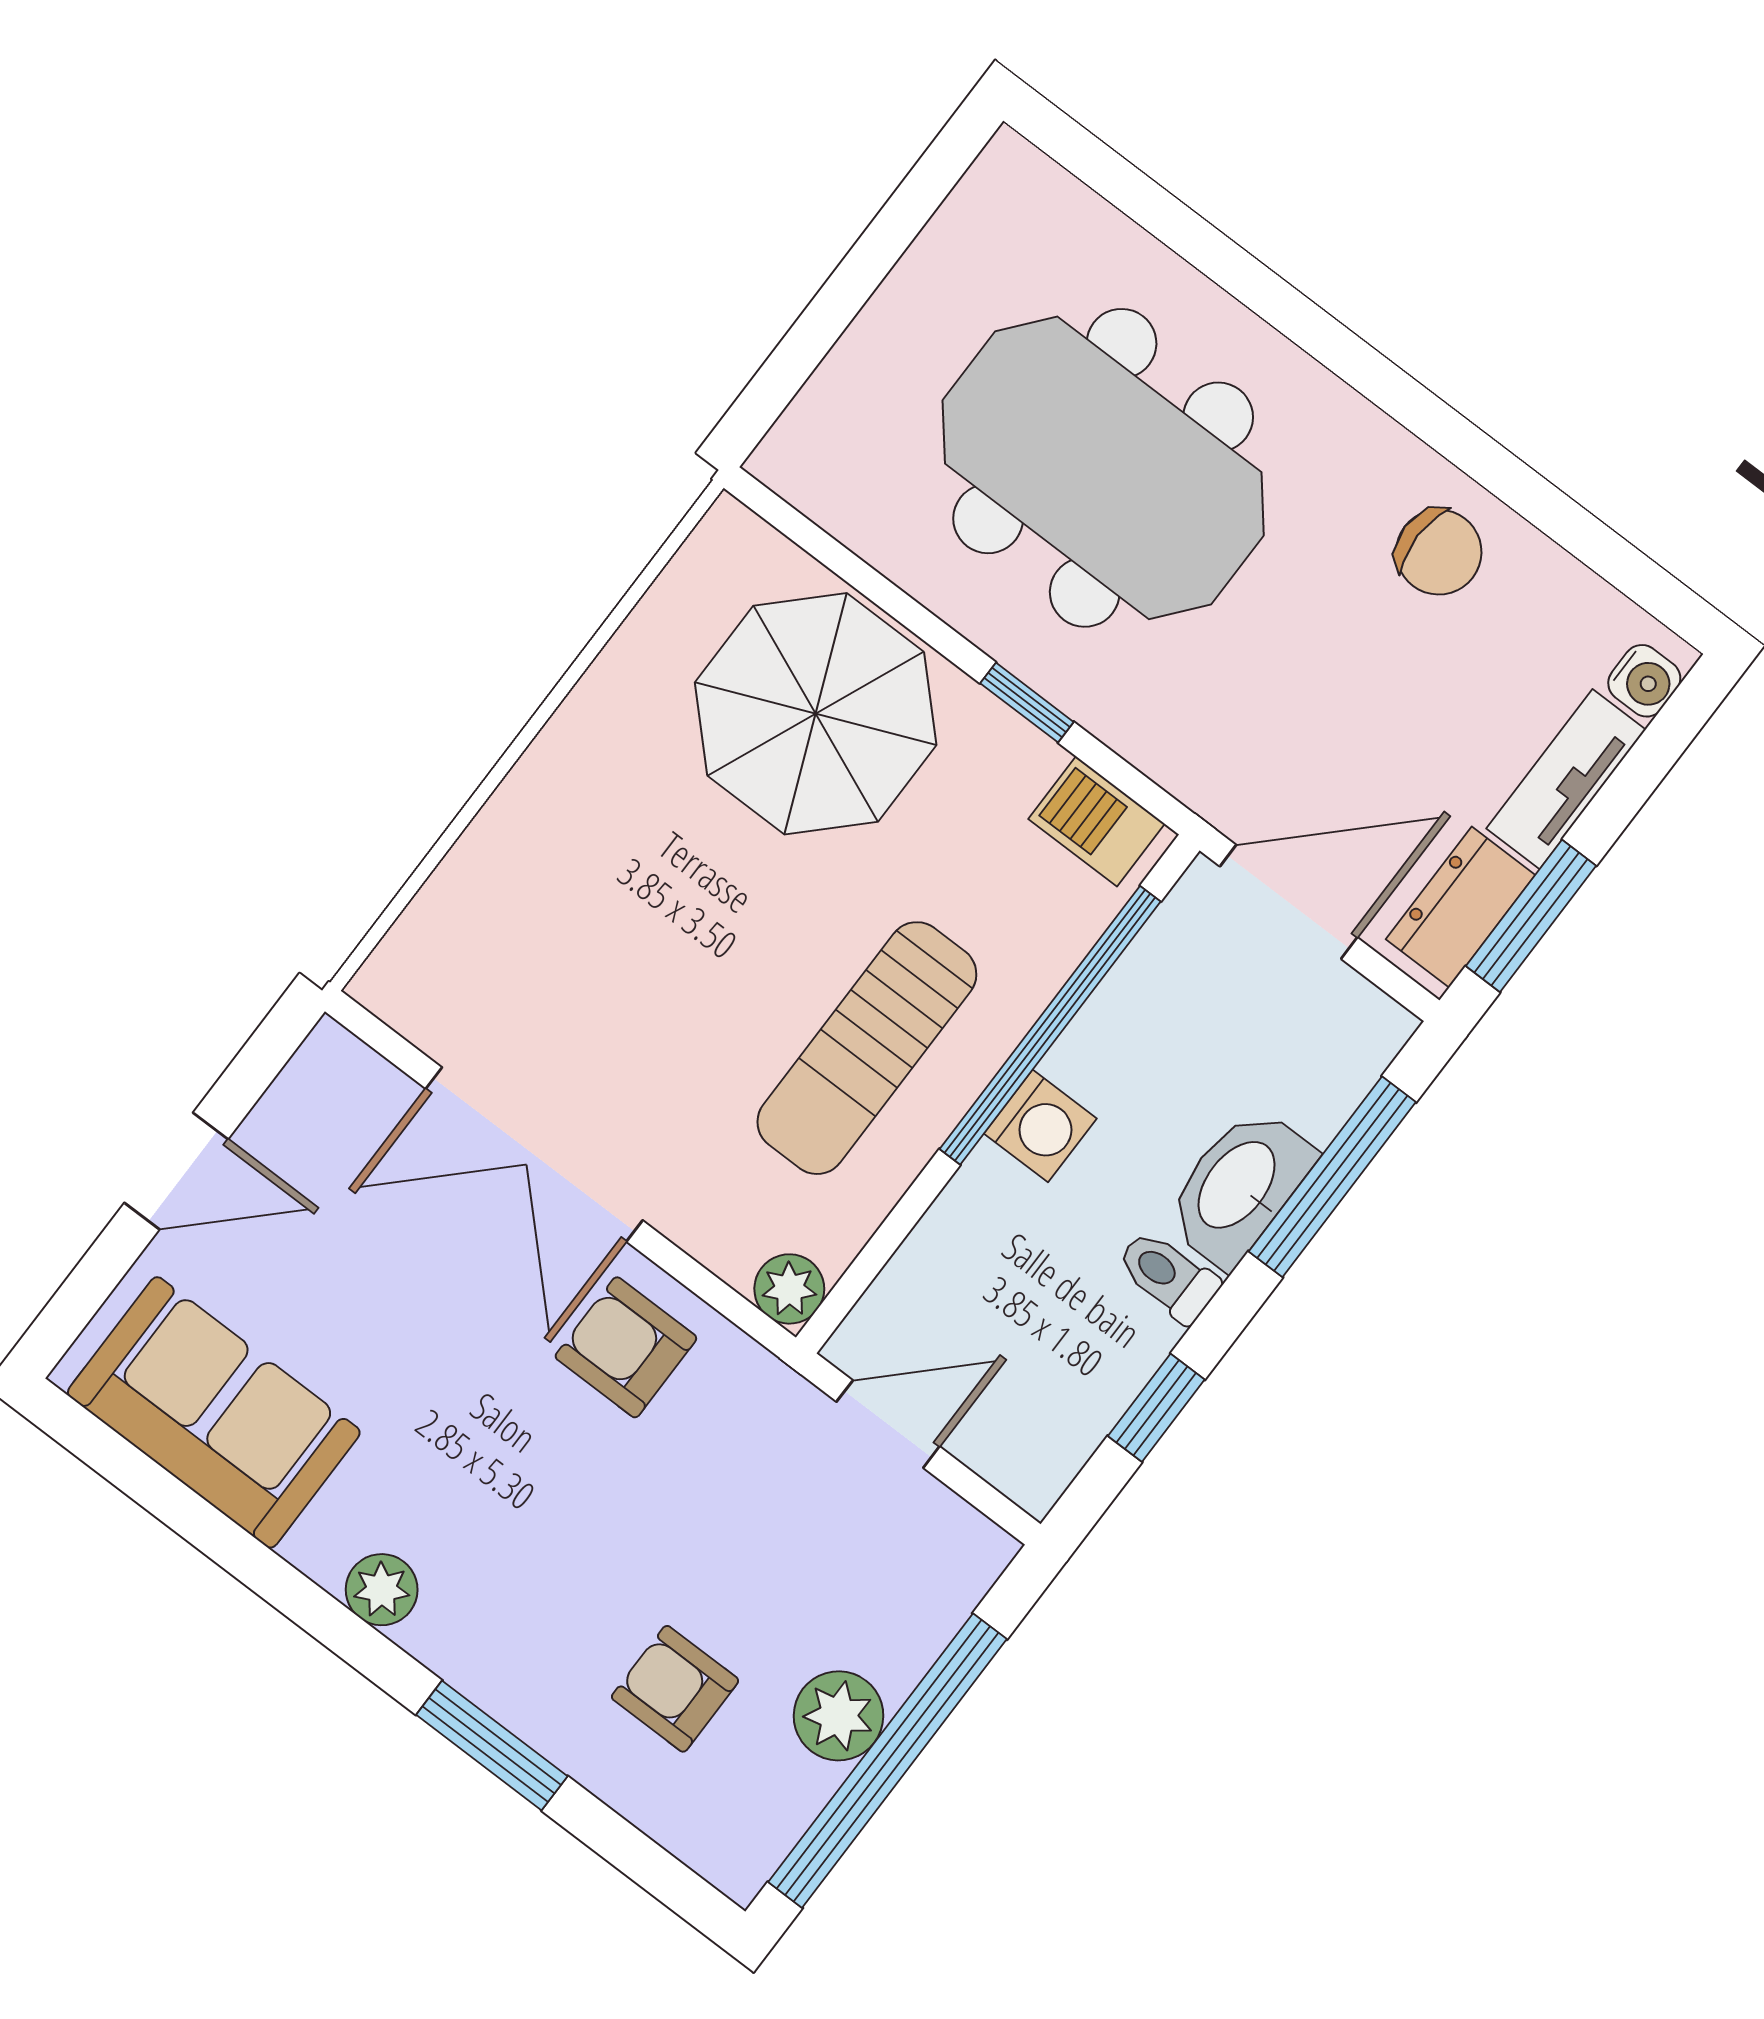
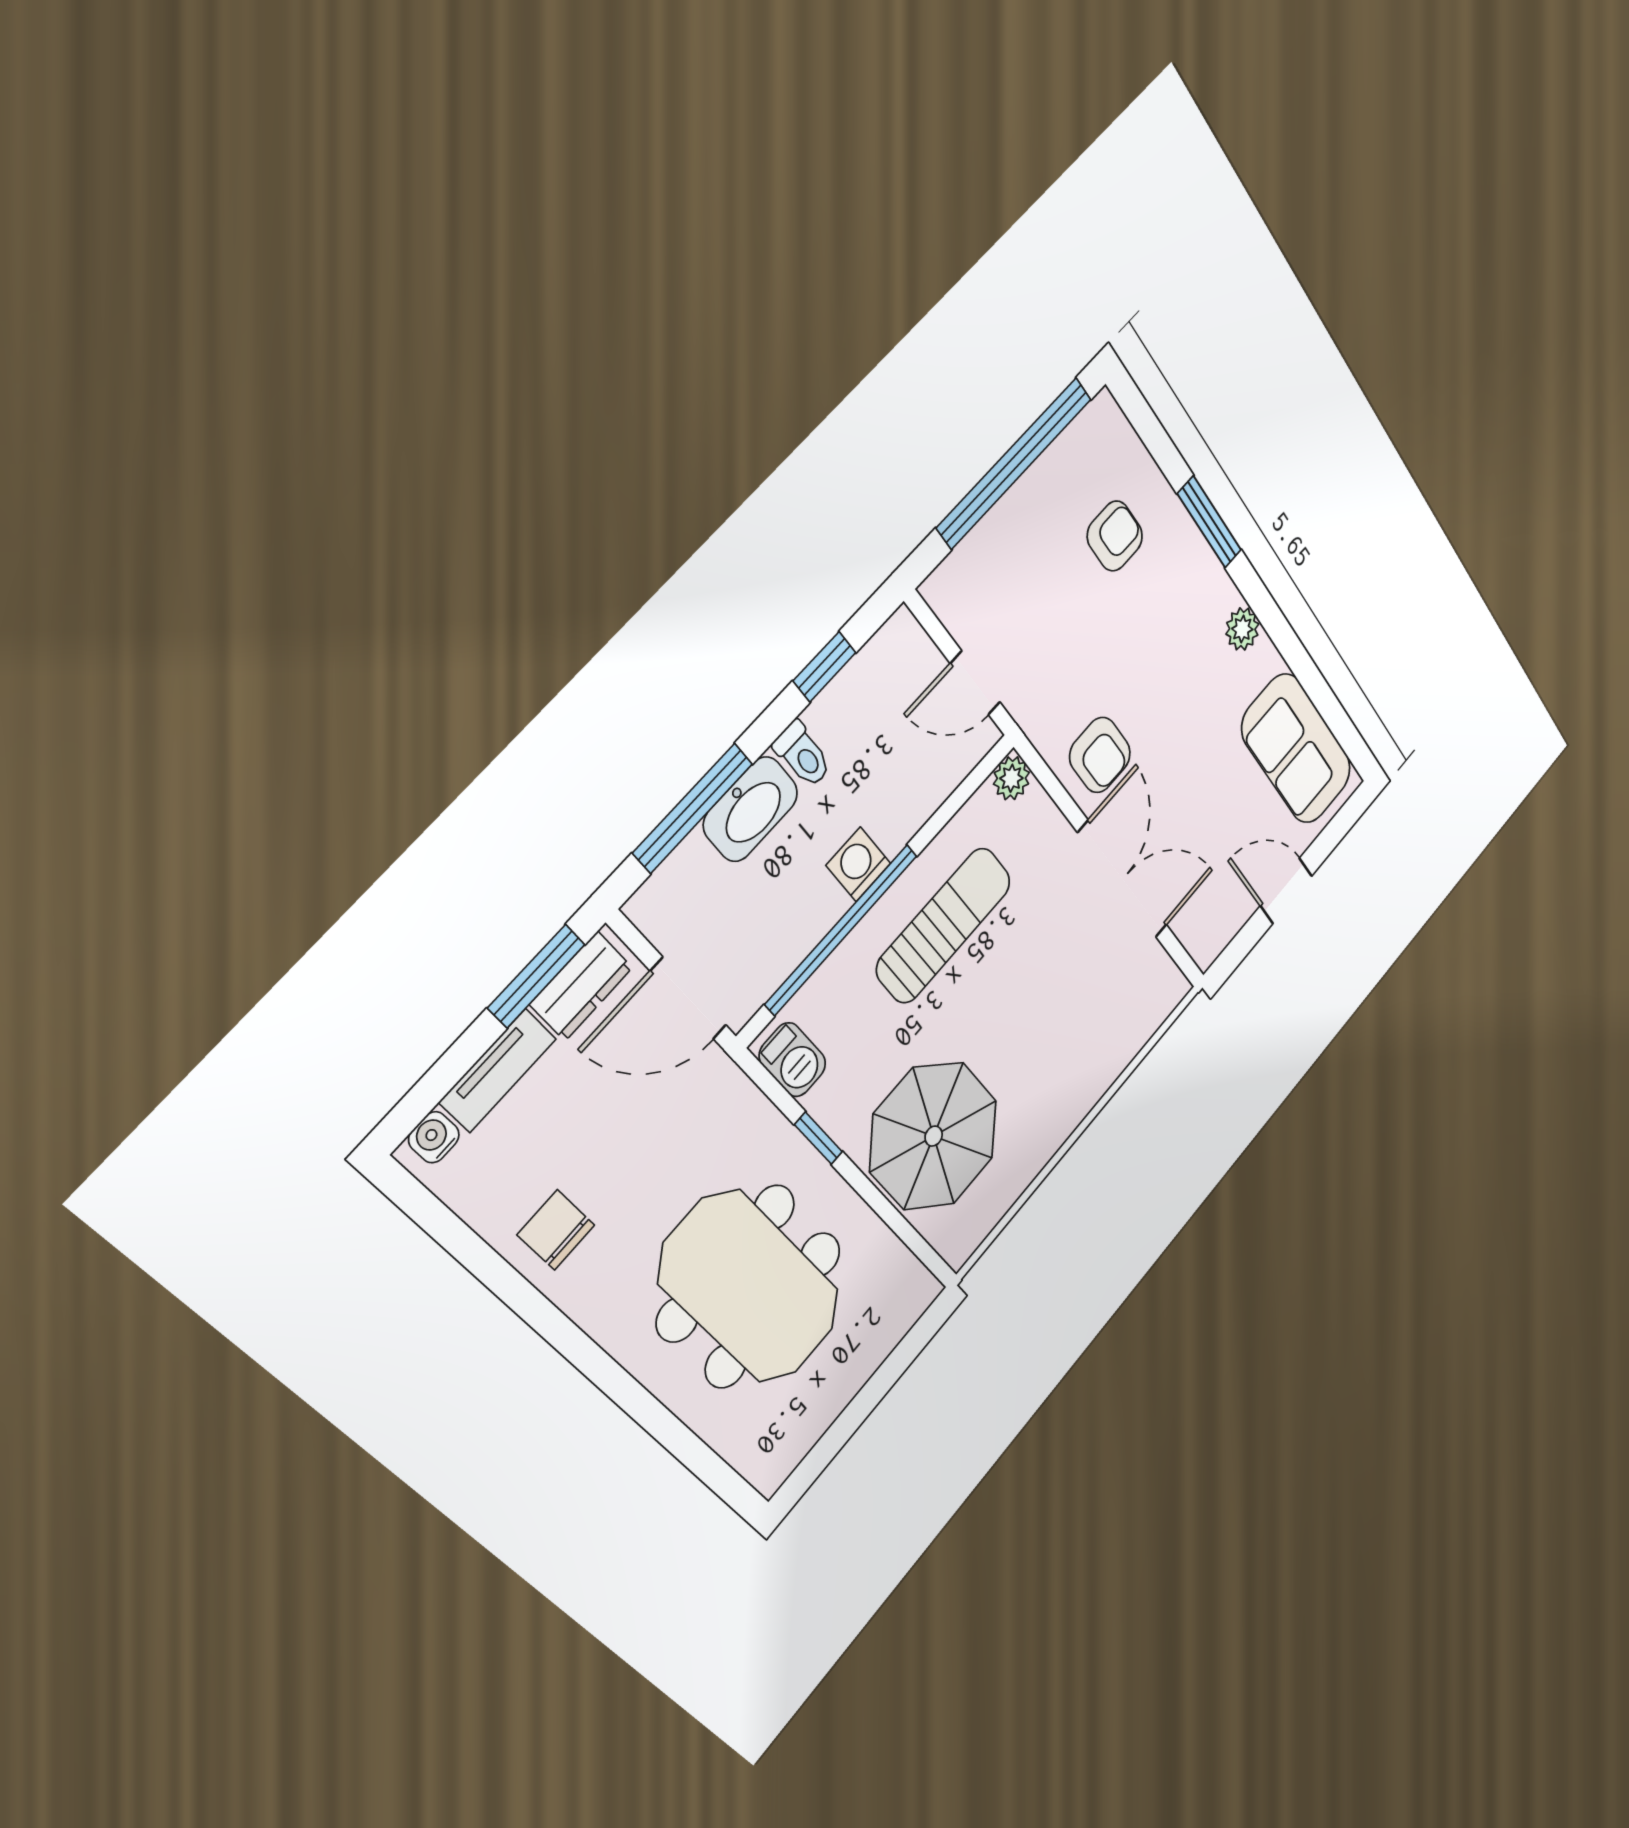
armchair: (675, 1689) -> (1115, 536), turned -90
plant: (839, 1716) -> (1035, 499), removed

